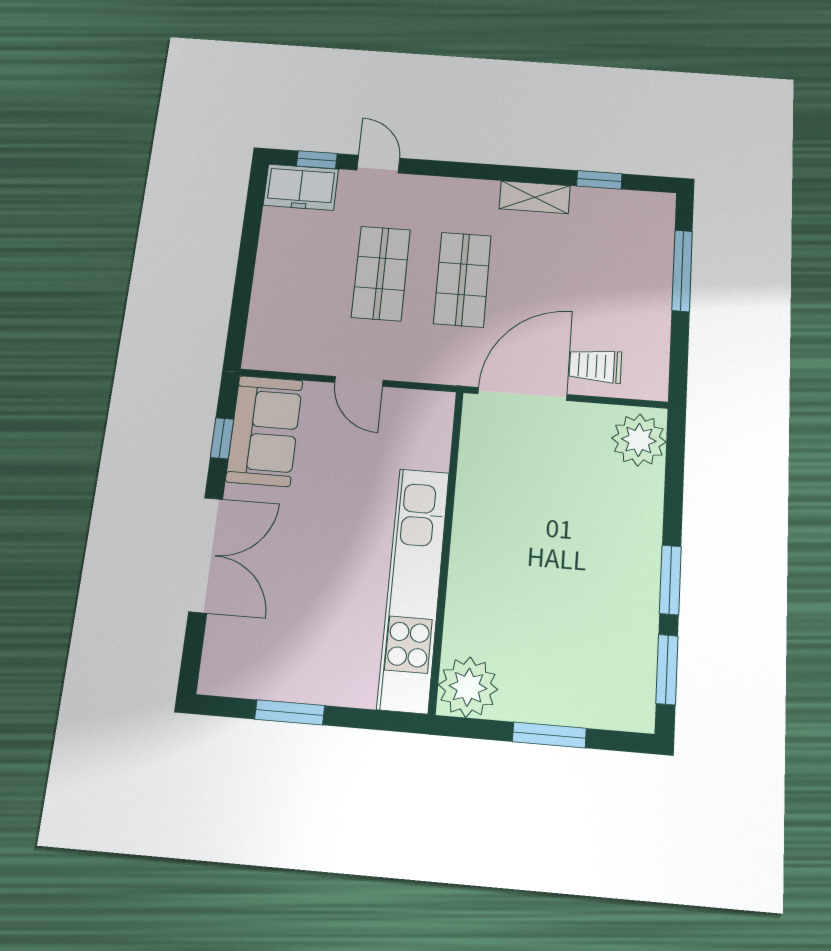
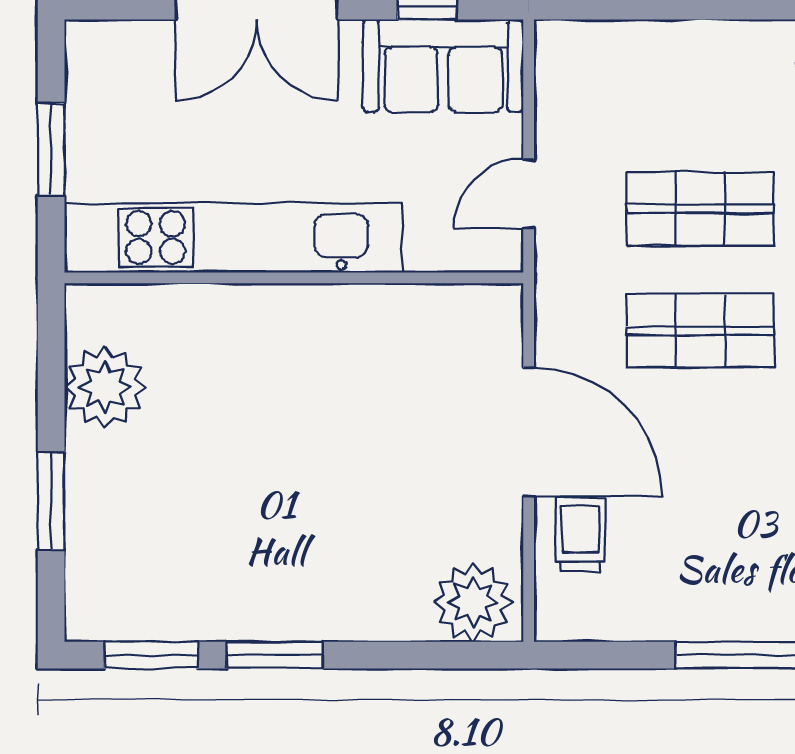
wall: (446, 548) -> (294, 278), moved
kitchen unit: (414, 589) -> (233, 238), moved

